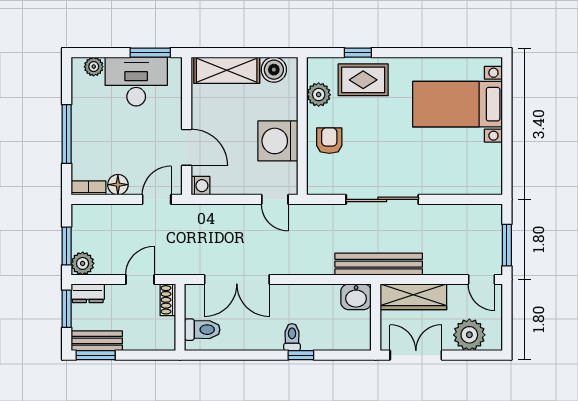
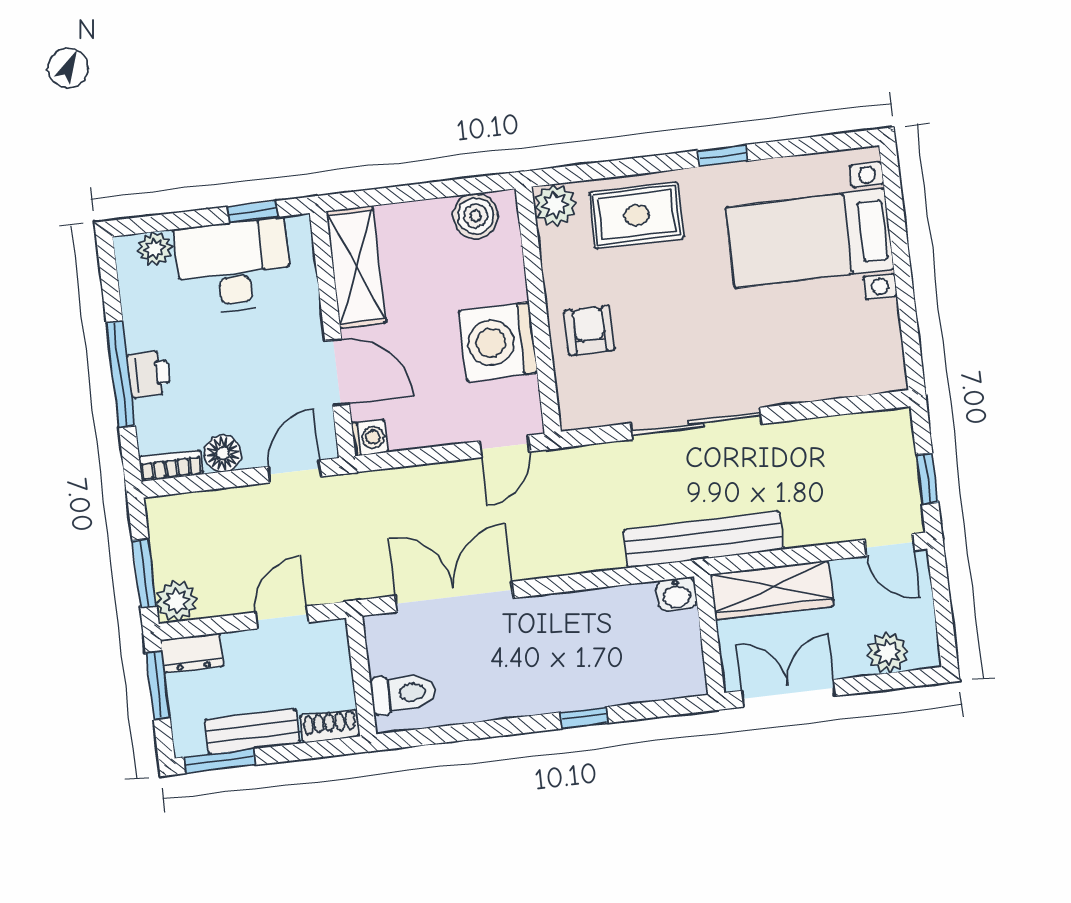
window: (150, 53) -> (252, 212), width x0.67
window: (358, 53) -> (723, 156), moved
shelving: (227, 70) -> (356, 267), moved, turned 90
plant: (319, 95) -> (555, 205), moved
printer: (82, 136) -> (149, 374), added
door: (275, 199) -> (505, 446), hinge flipped
window: (507, 245) -> (927, 479), width x0.67
double door: (237, 279) -> (454, 597), swing flipped
washbasin: (356, 297) -> (677, 594), width x0.72, depth x0.69
shoe rack: (168, 300) -> (330, 726), moved, turned 90
plant: (469, 335) -> (888, 652), width x0.73, depth x0.73
toilet: (292, 337) -> (565, 688), removed
bench: (97, 341) -> (252, 732), moved

